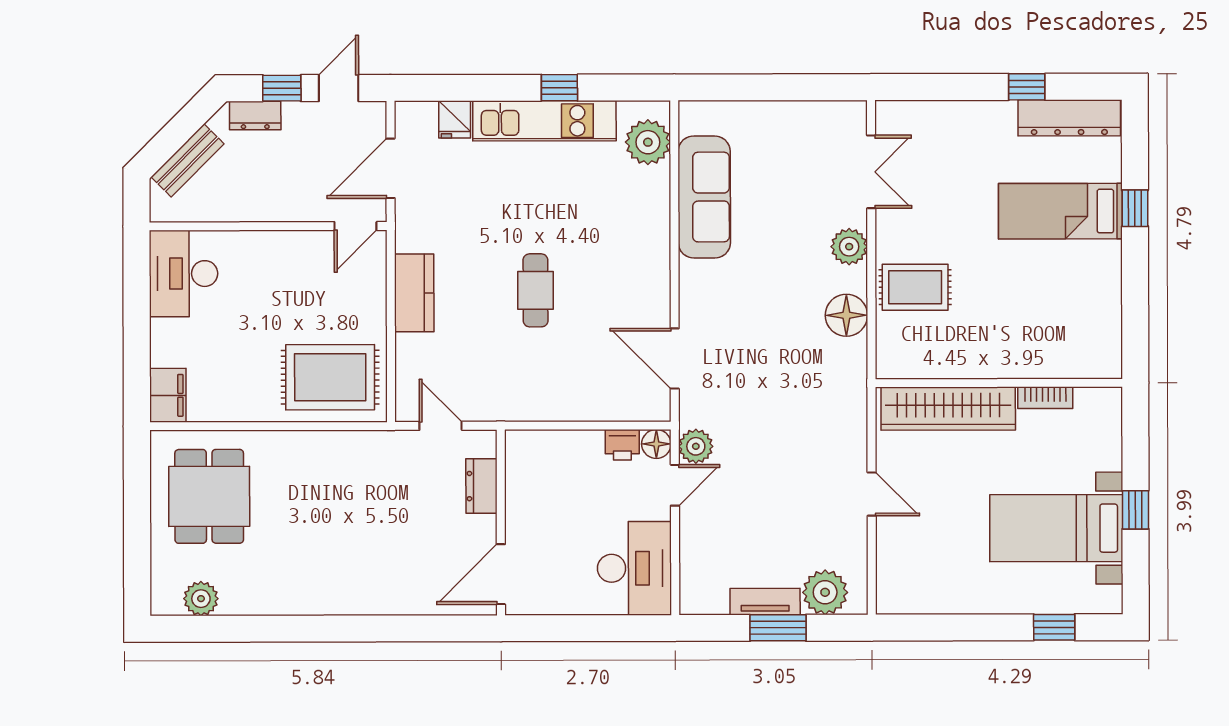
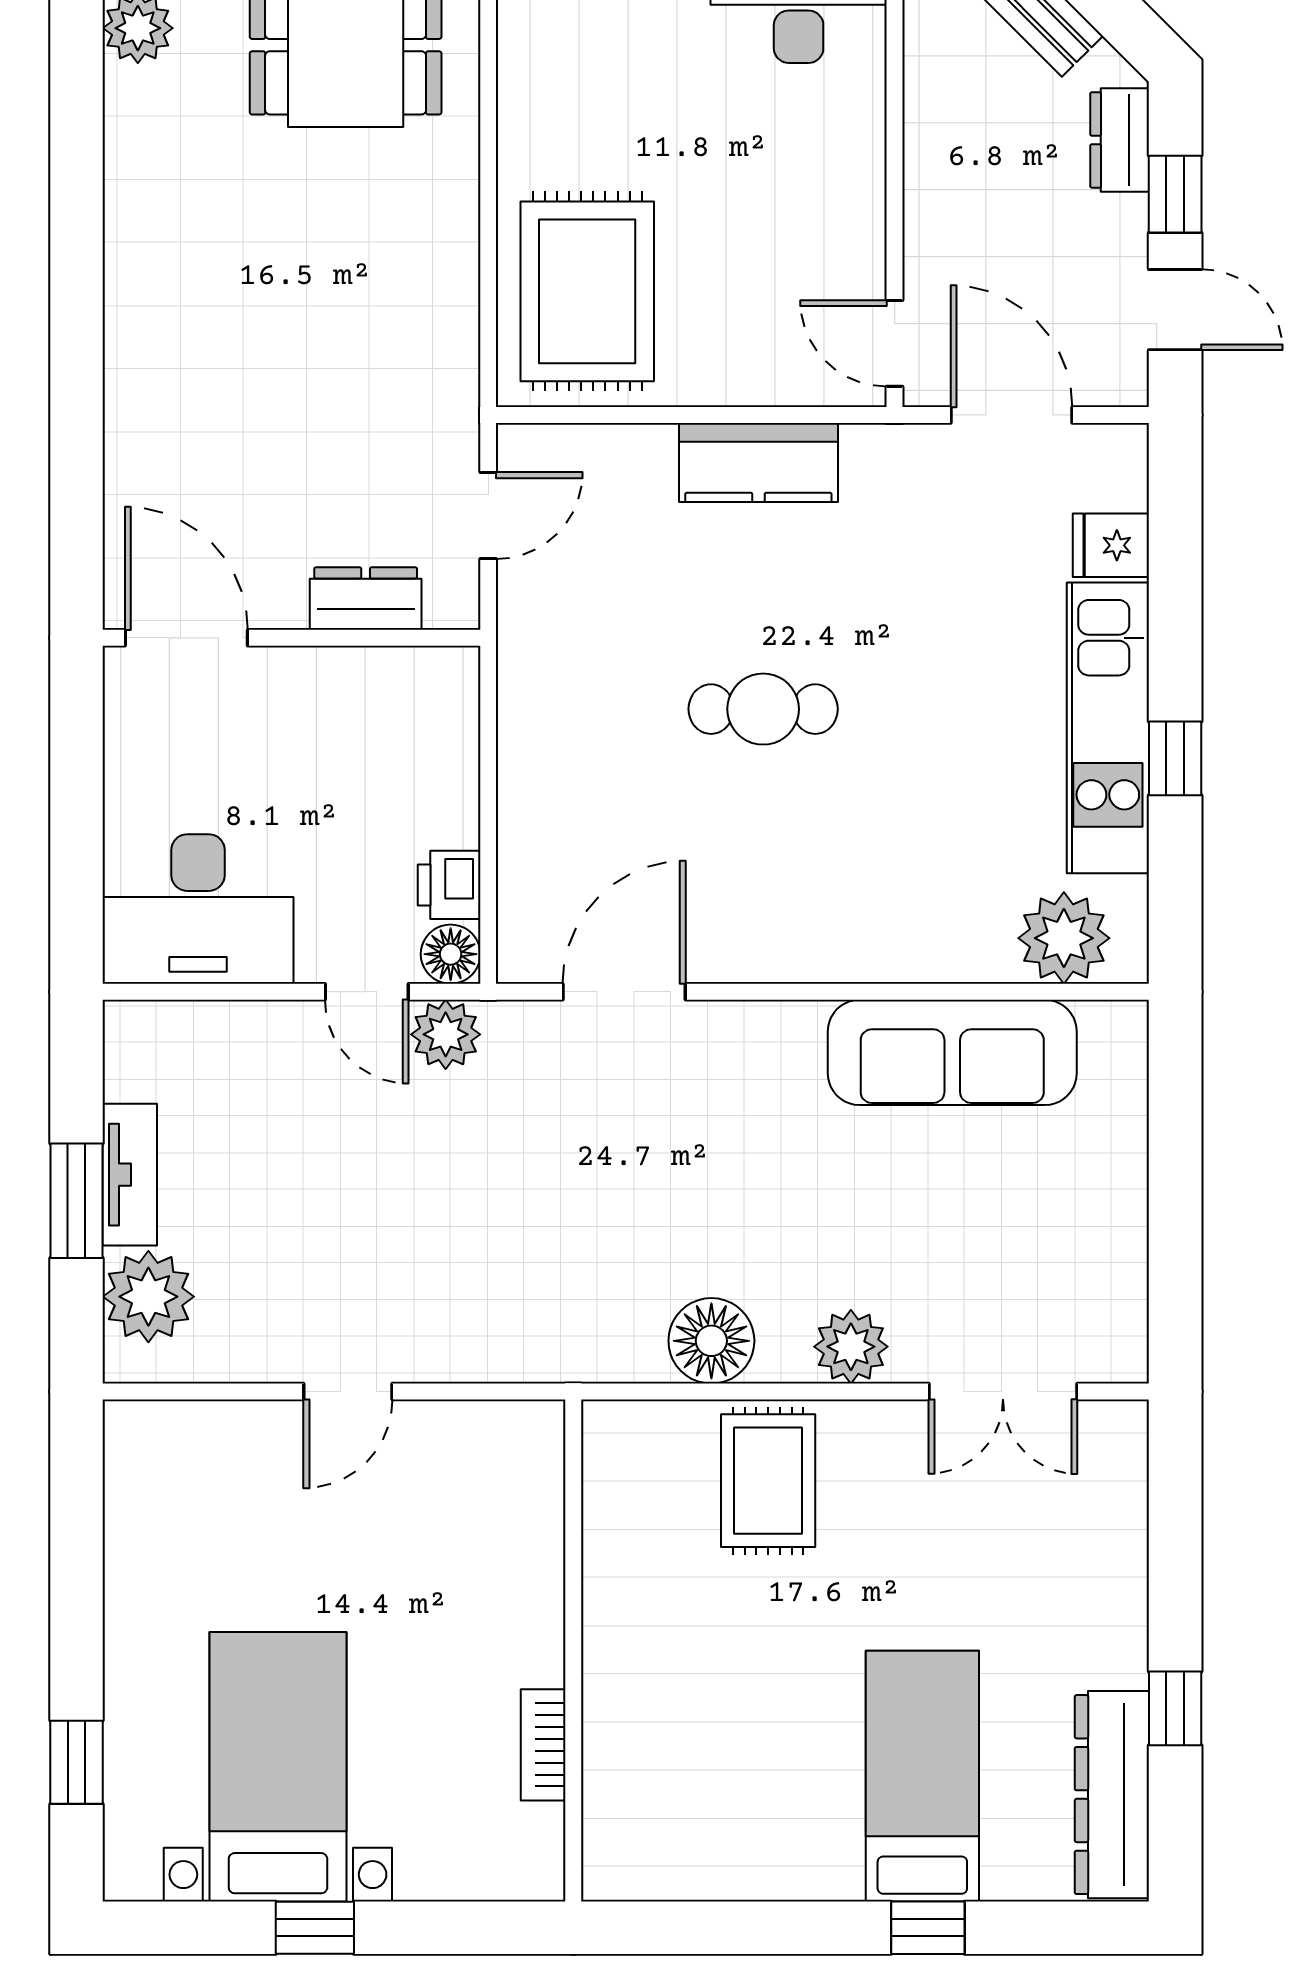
wardrobe: (948, 409) -> (521, 1547), removed

